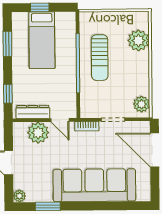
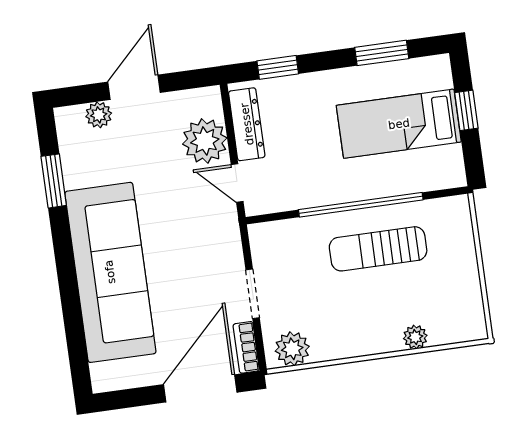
plant: (138, 40) -> (415, 337), width x0.53, depth x0.53
door: (60, 120) -> (237, 183), hinge flipped
bookcase: (87, 126) -> (246, 347), moved
plant: (19, 196) -> (99, 115), moved

